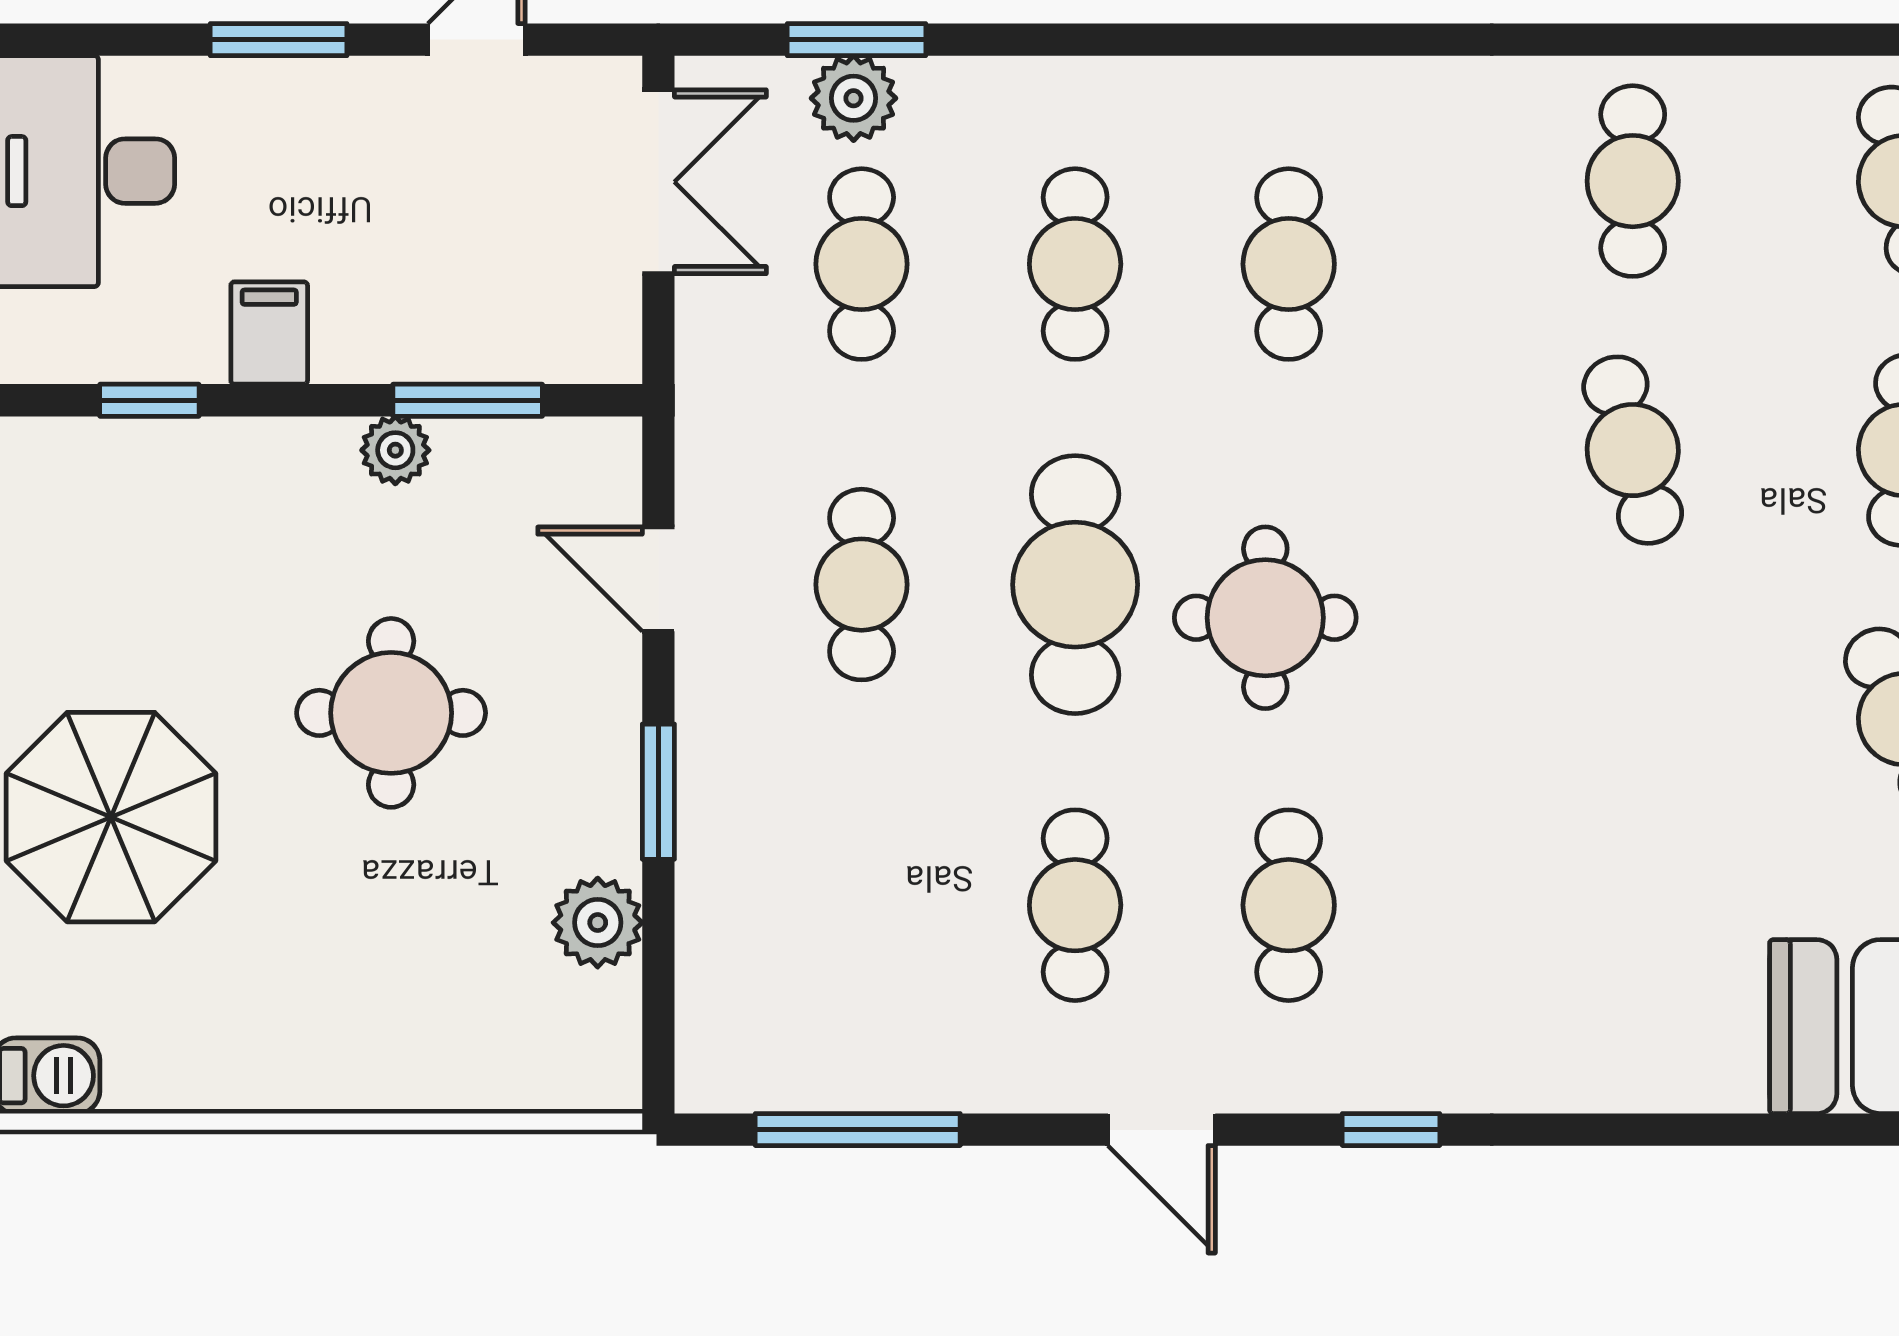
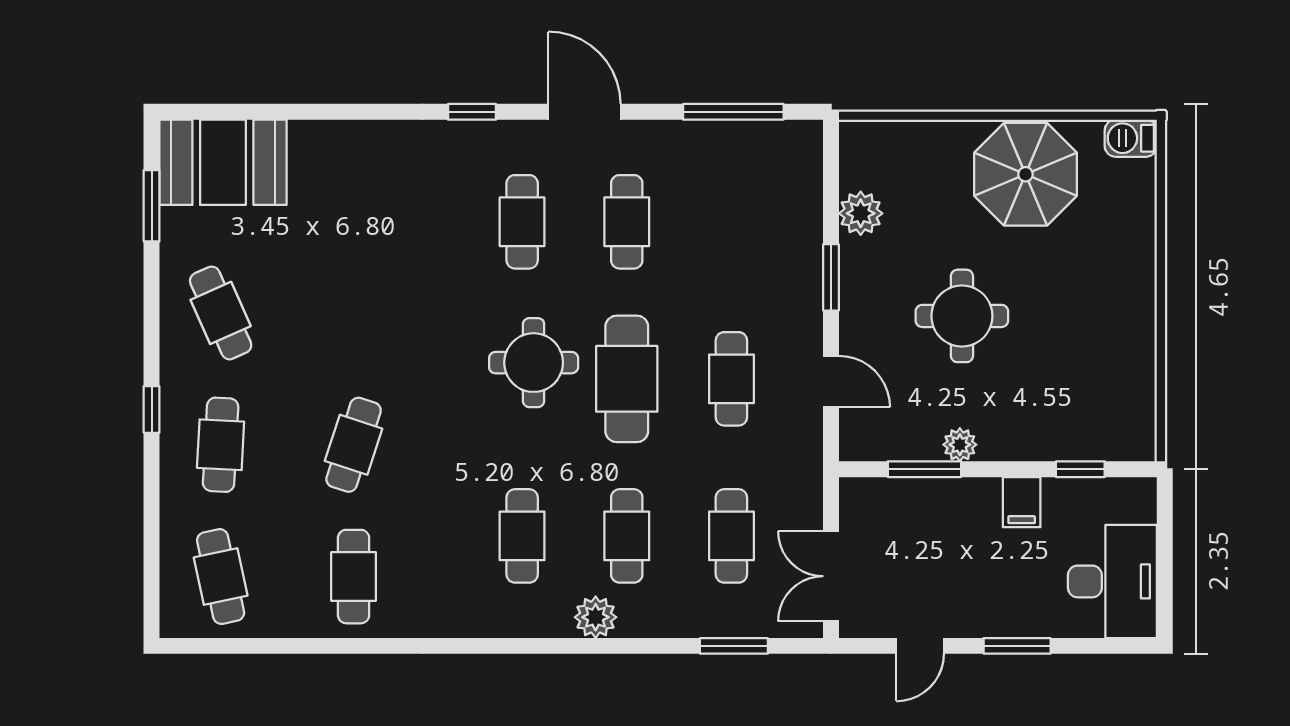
plant: (854, 98) -> (596, 617), moved
cafe table: (1633, 450) -> (354, 445), turned 33
parasol: (111, 817) -> (1026, 174), moved
door: (1162, 1130) -> (584, 112), width x1.38

